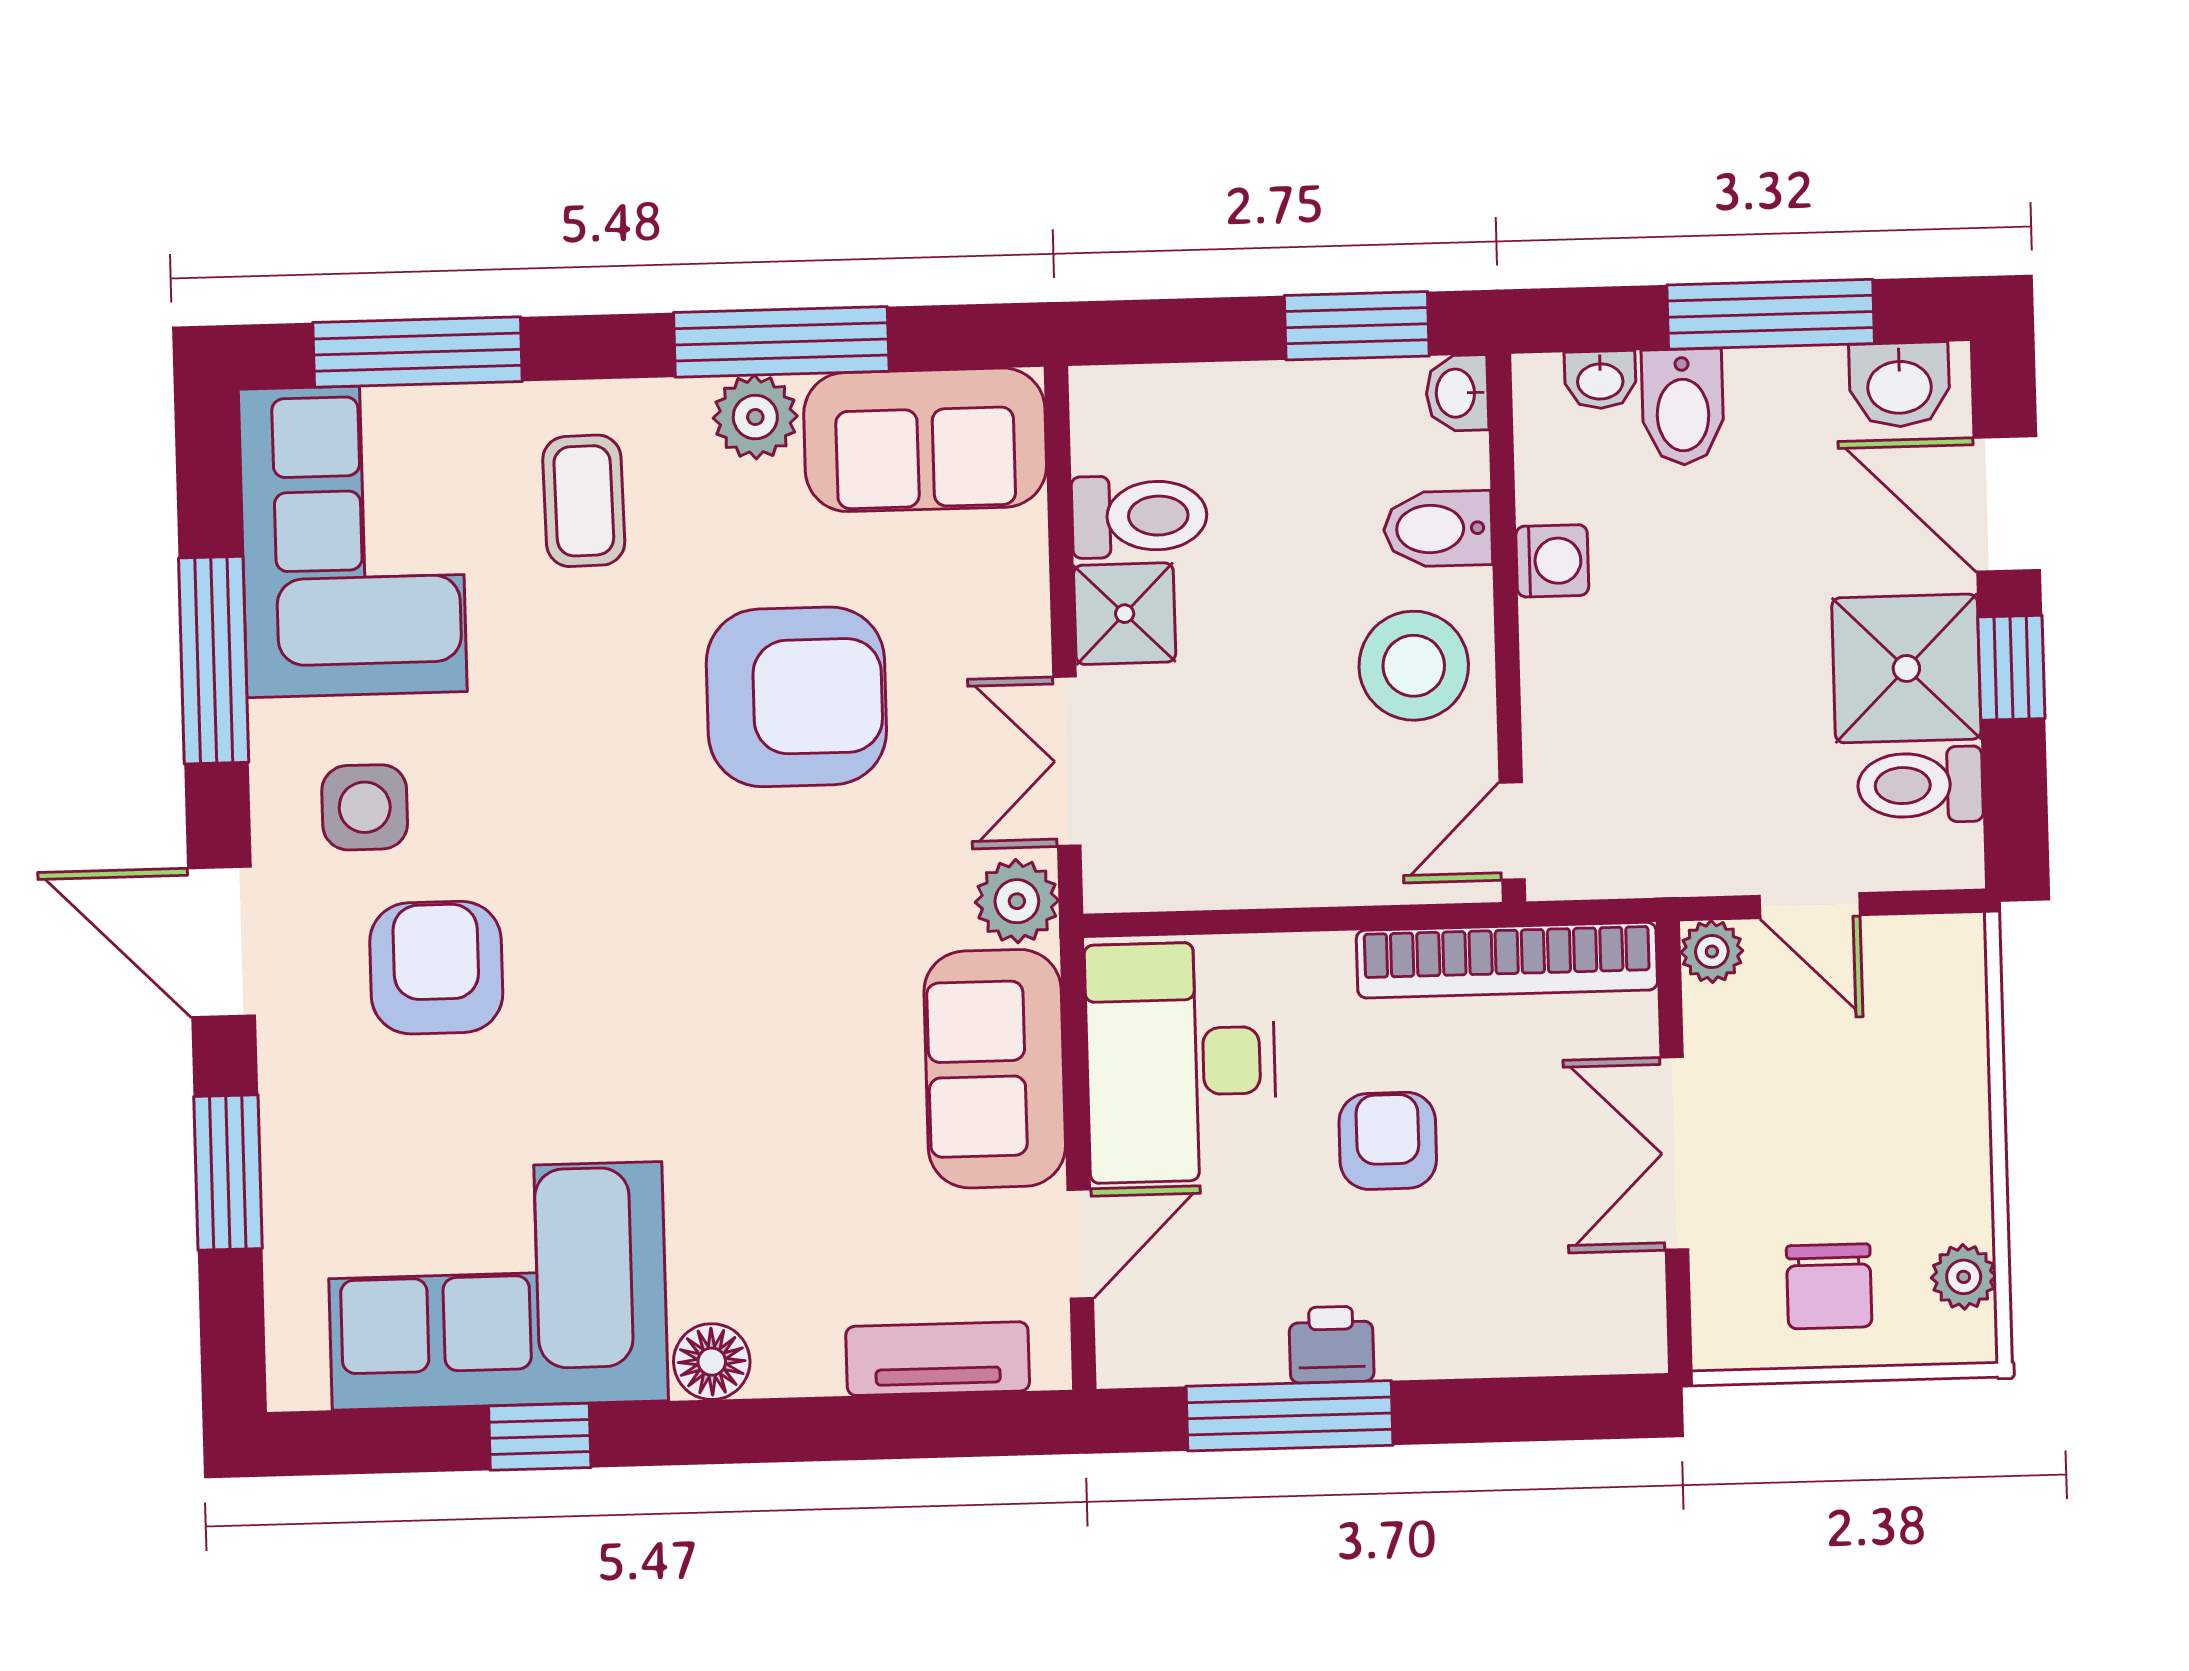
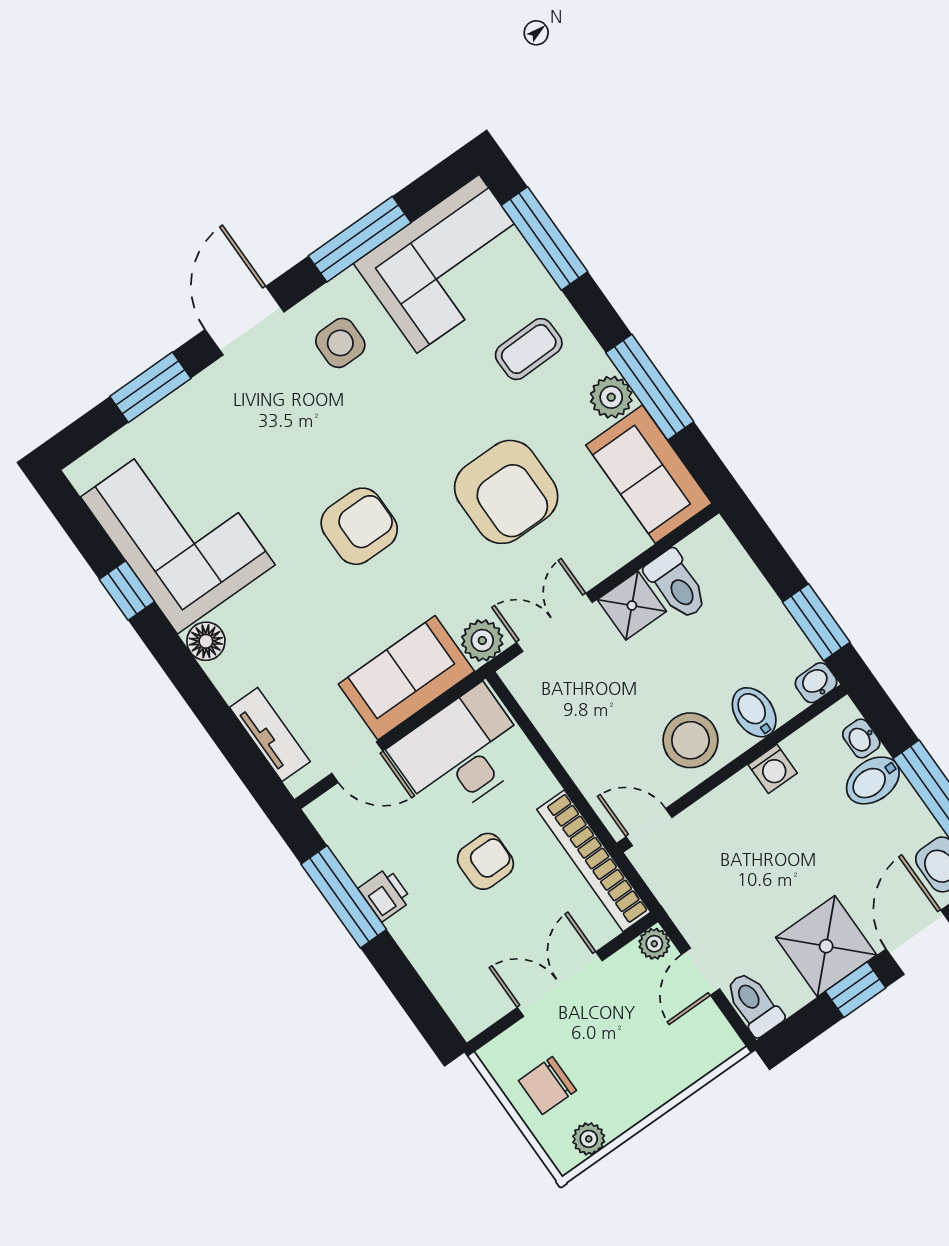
toilet: (1920, 785) -> (754, 1004), moved
armchair: (436, 968) -> (359, 526), moved

